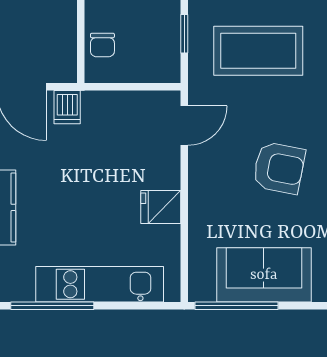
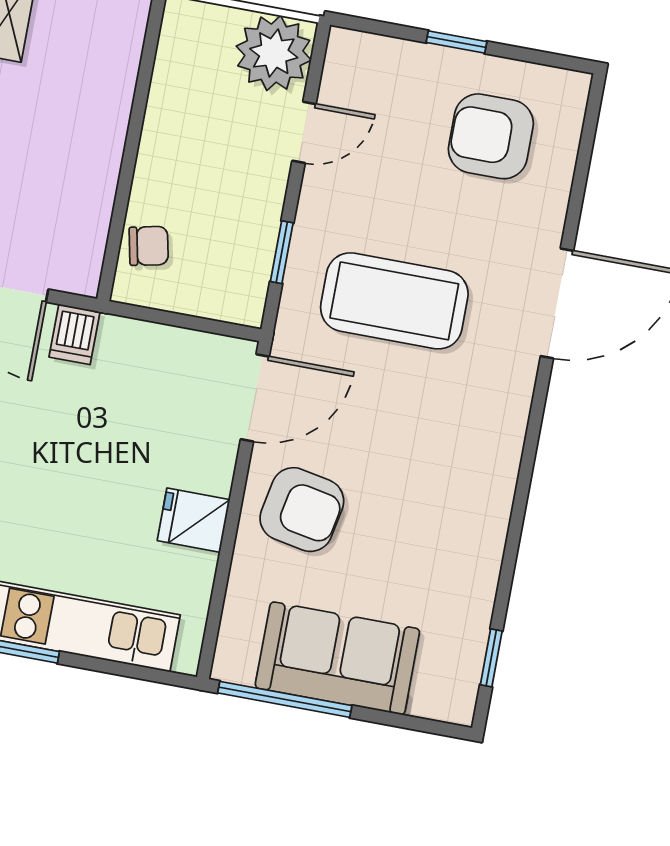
chair: (102, 45) -> (149, 246), turned -102
door: (184, 126) -> (255, 398), width x1.38
armchair: (279, 168) -> (302, 510), moved

